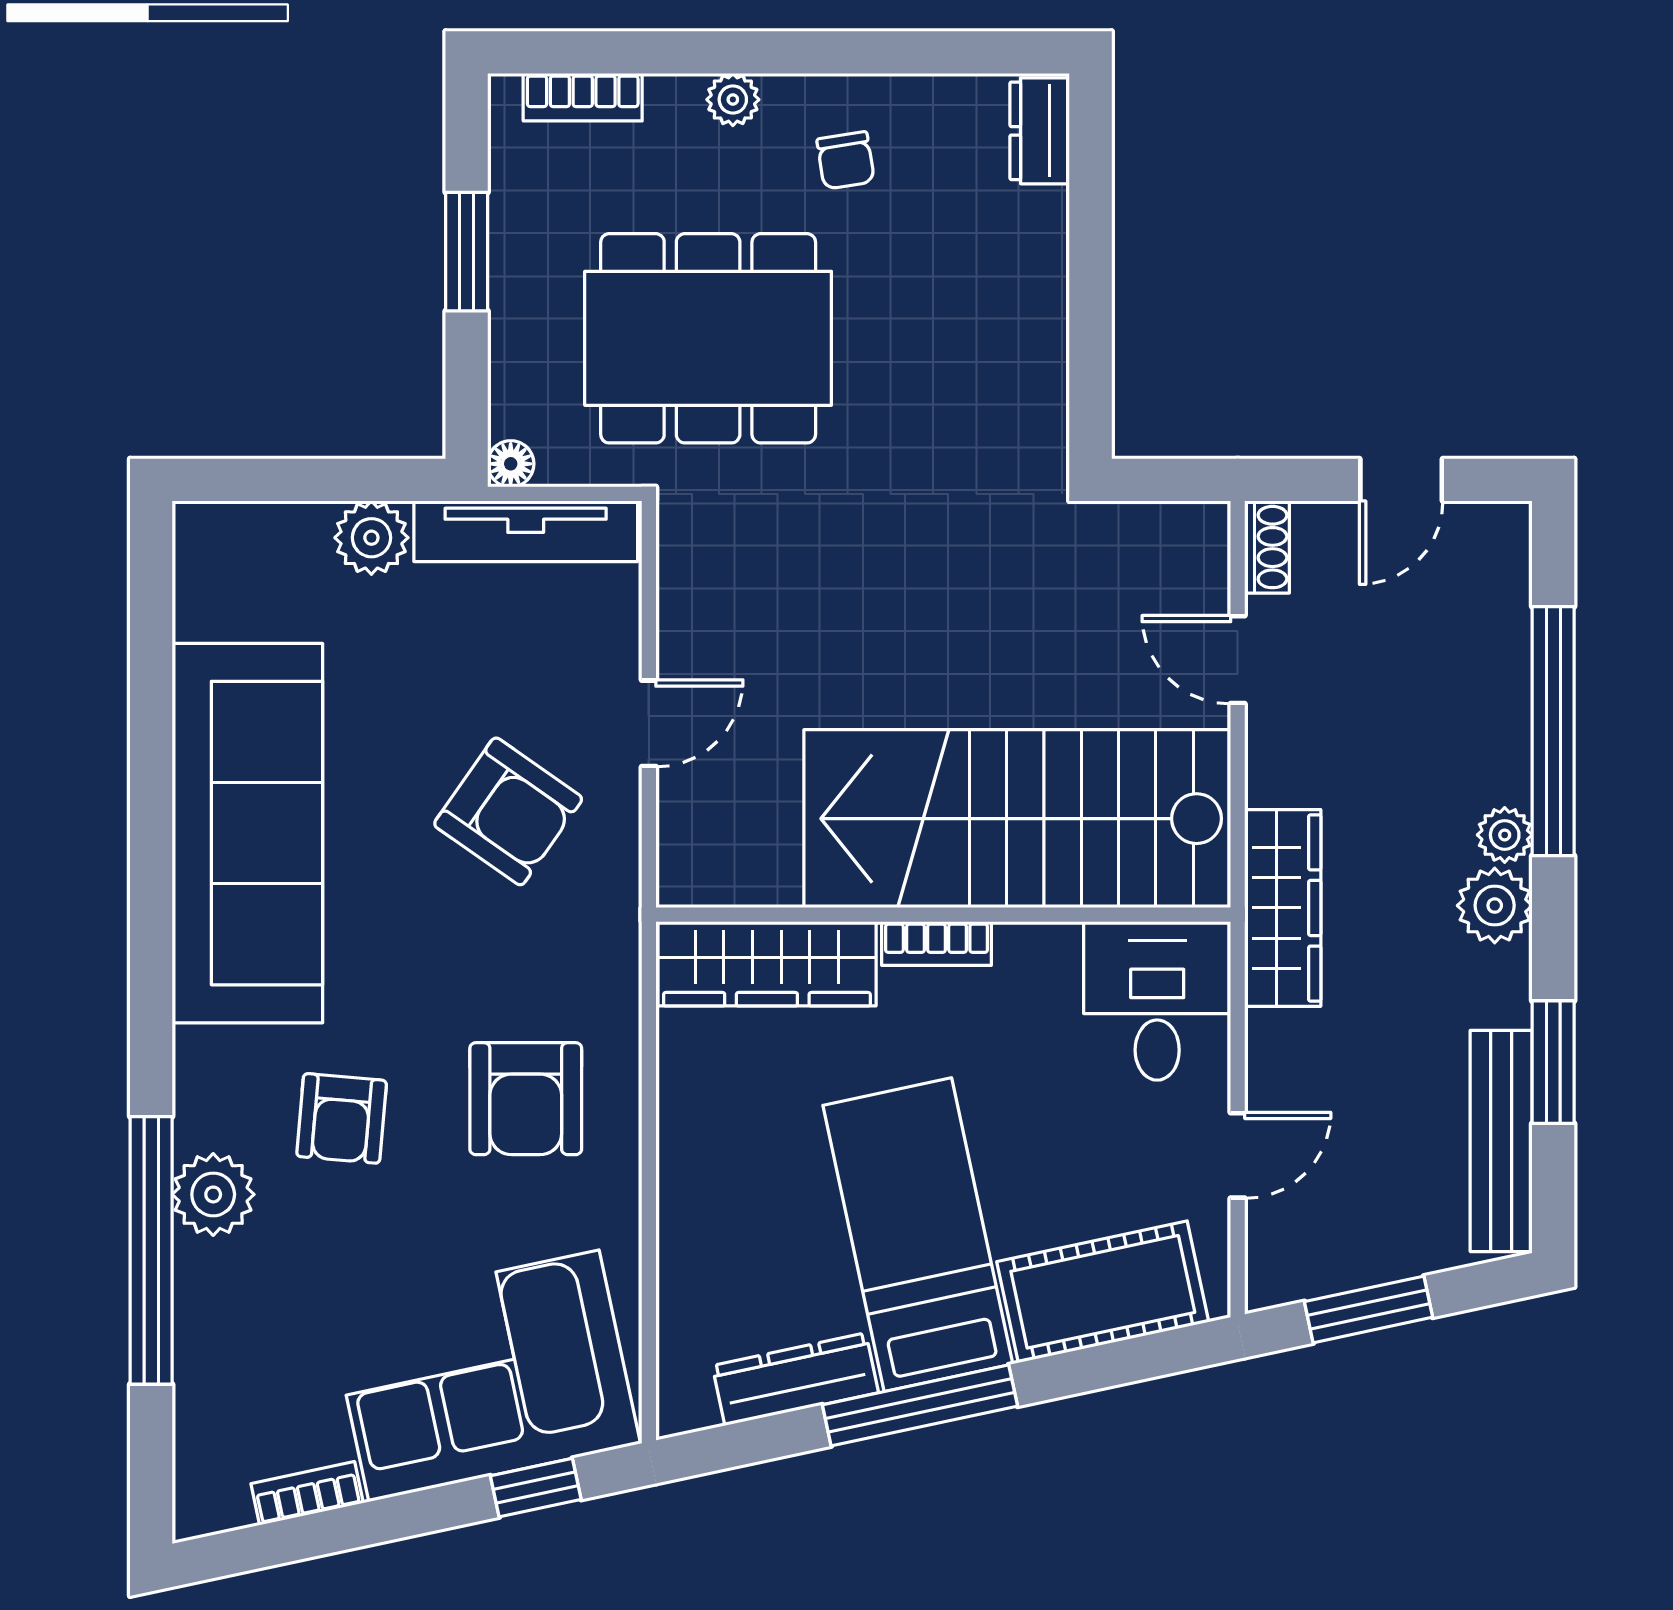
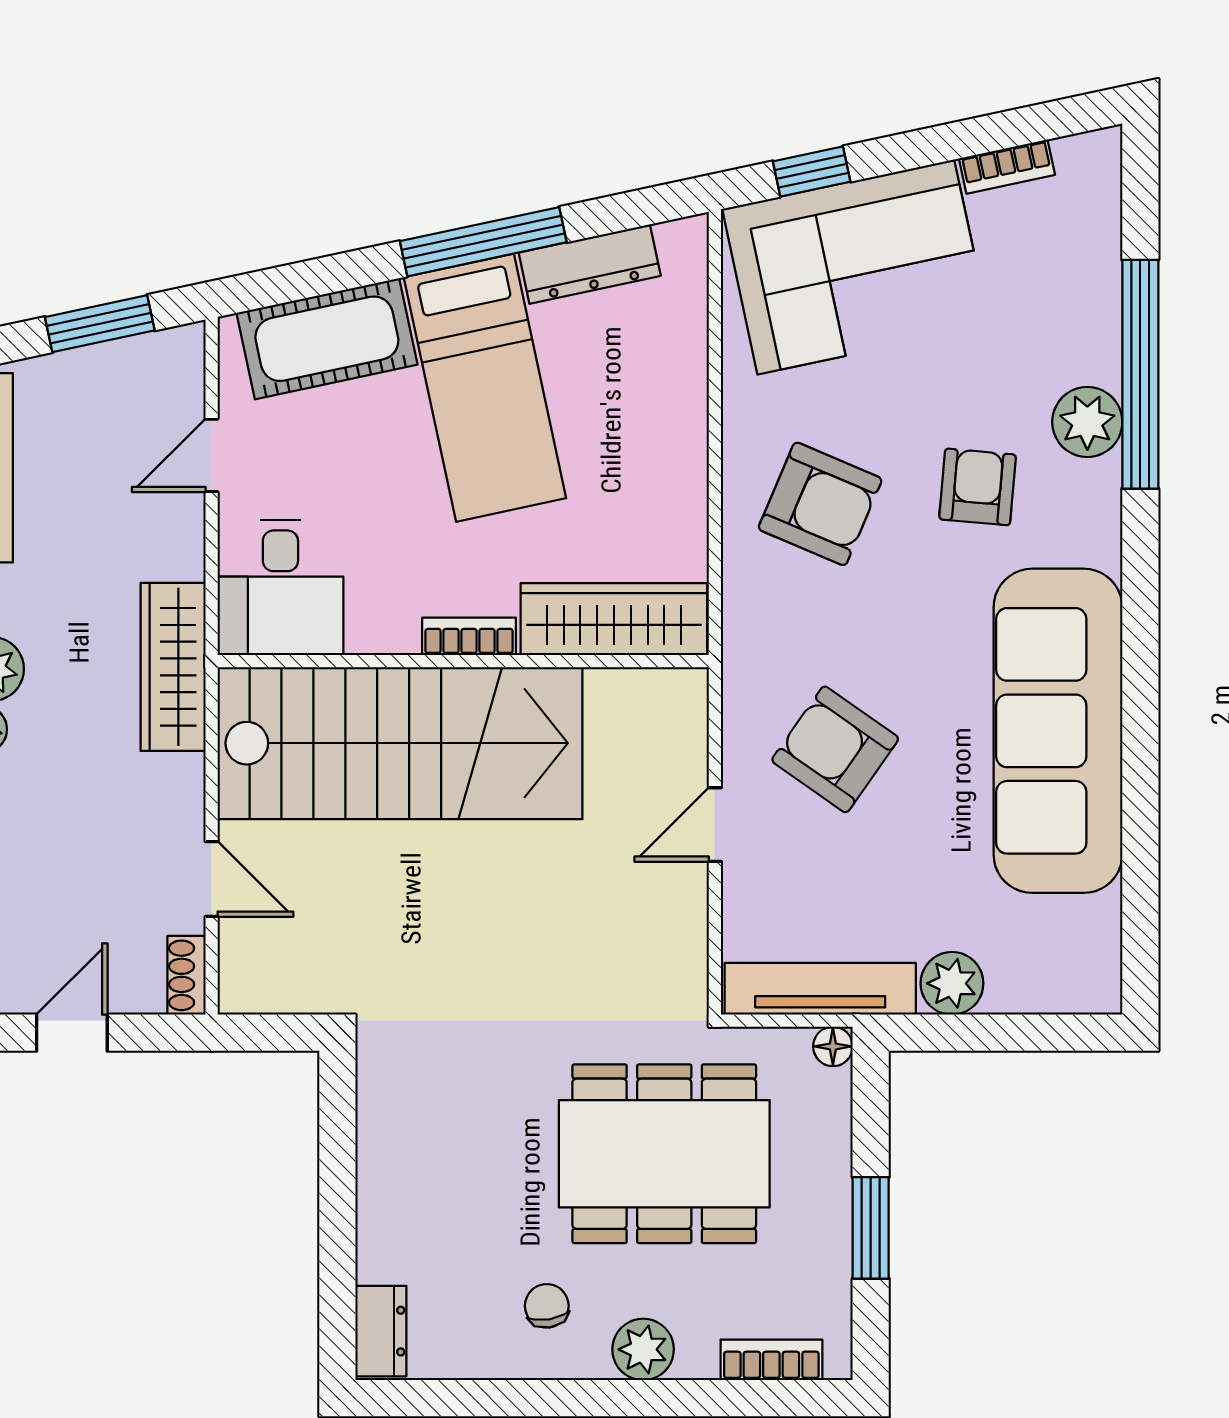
plant: (733, 100) -> (643, 1349), width x1.38, depth x1.38
armchair: (526, 1099) -> (820, 504), turned 113

